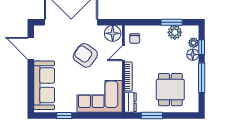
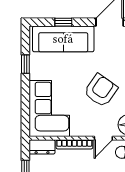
door: (123, 53) -> (103, 138), swing flipped
window: (31, 85) -> (63, 22), added

